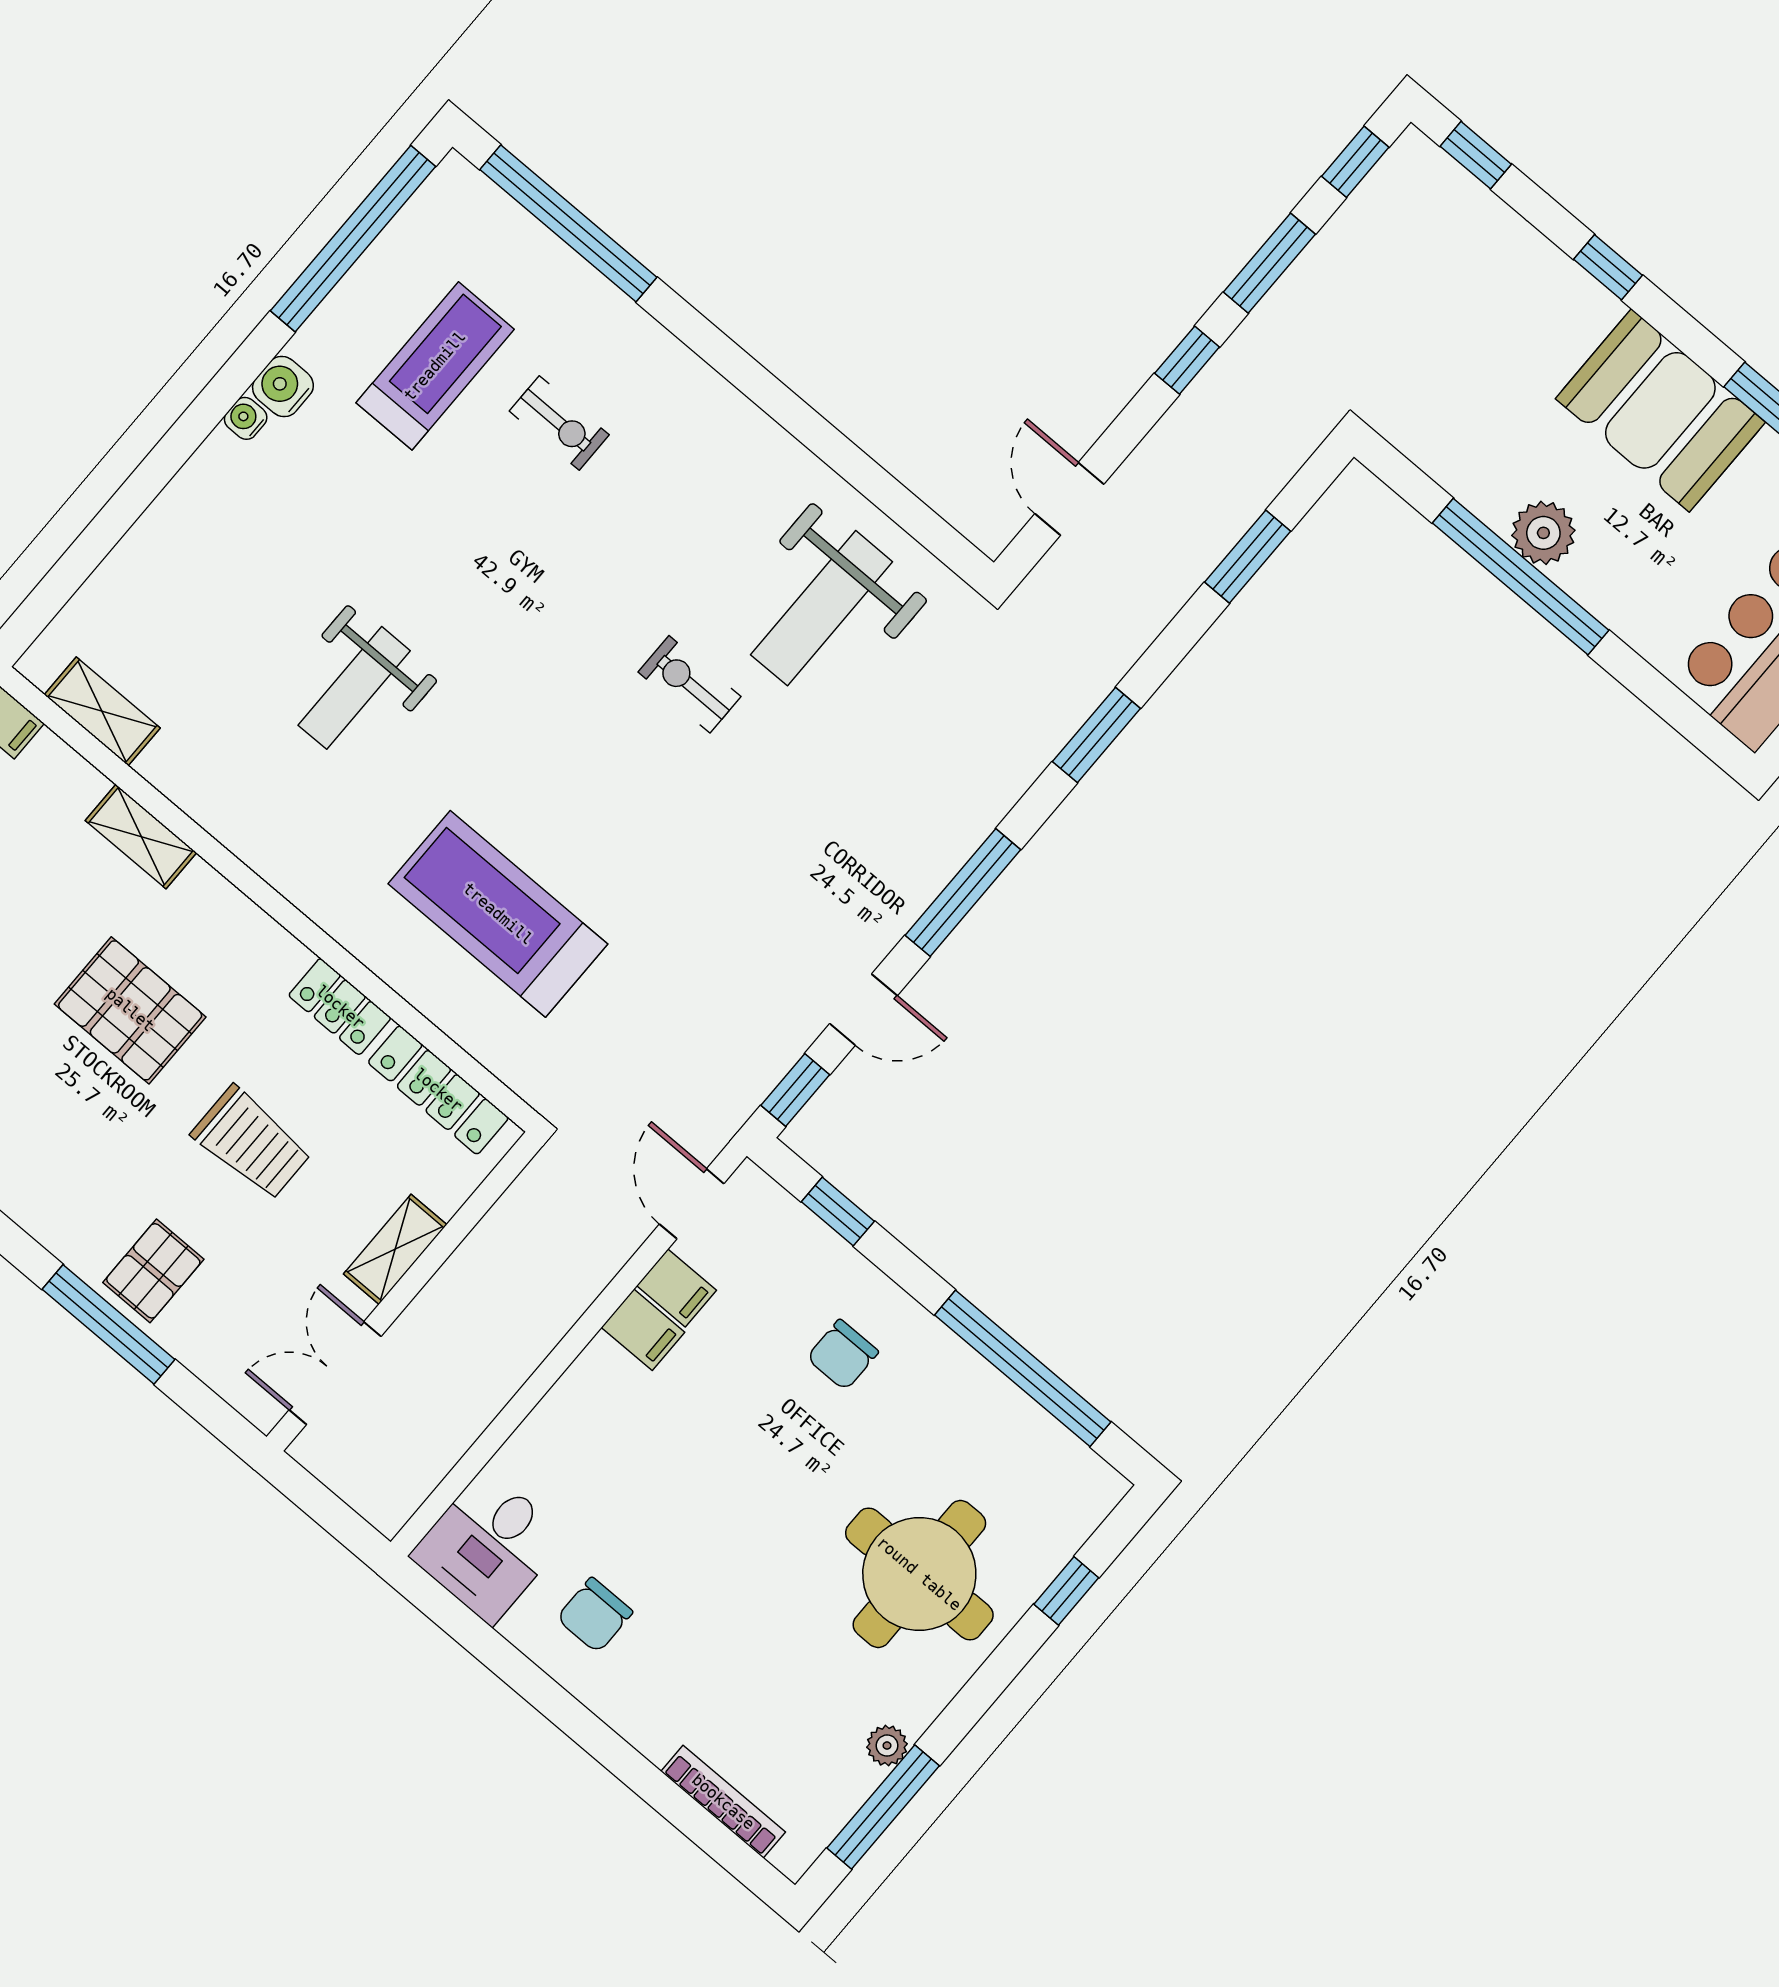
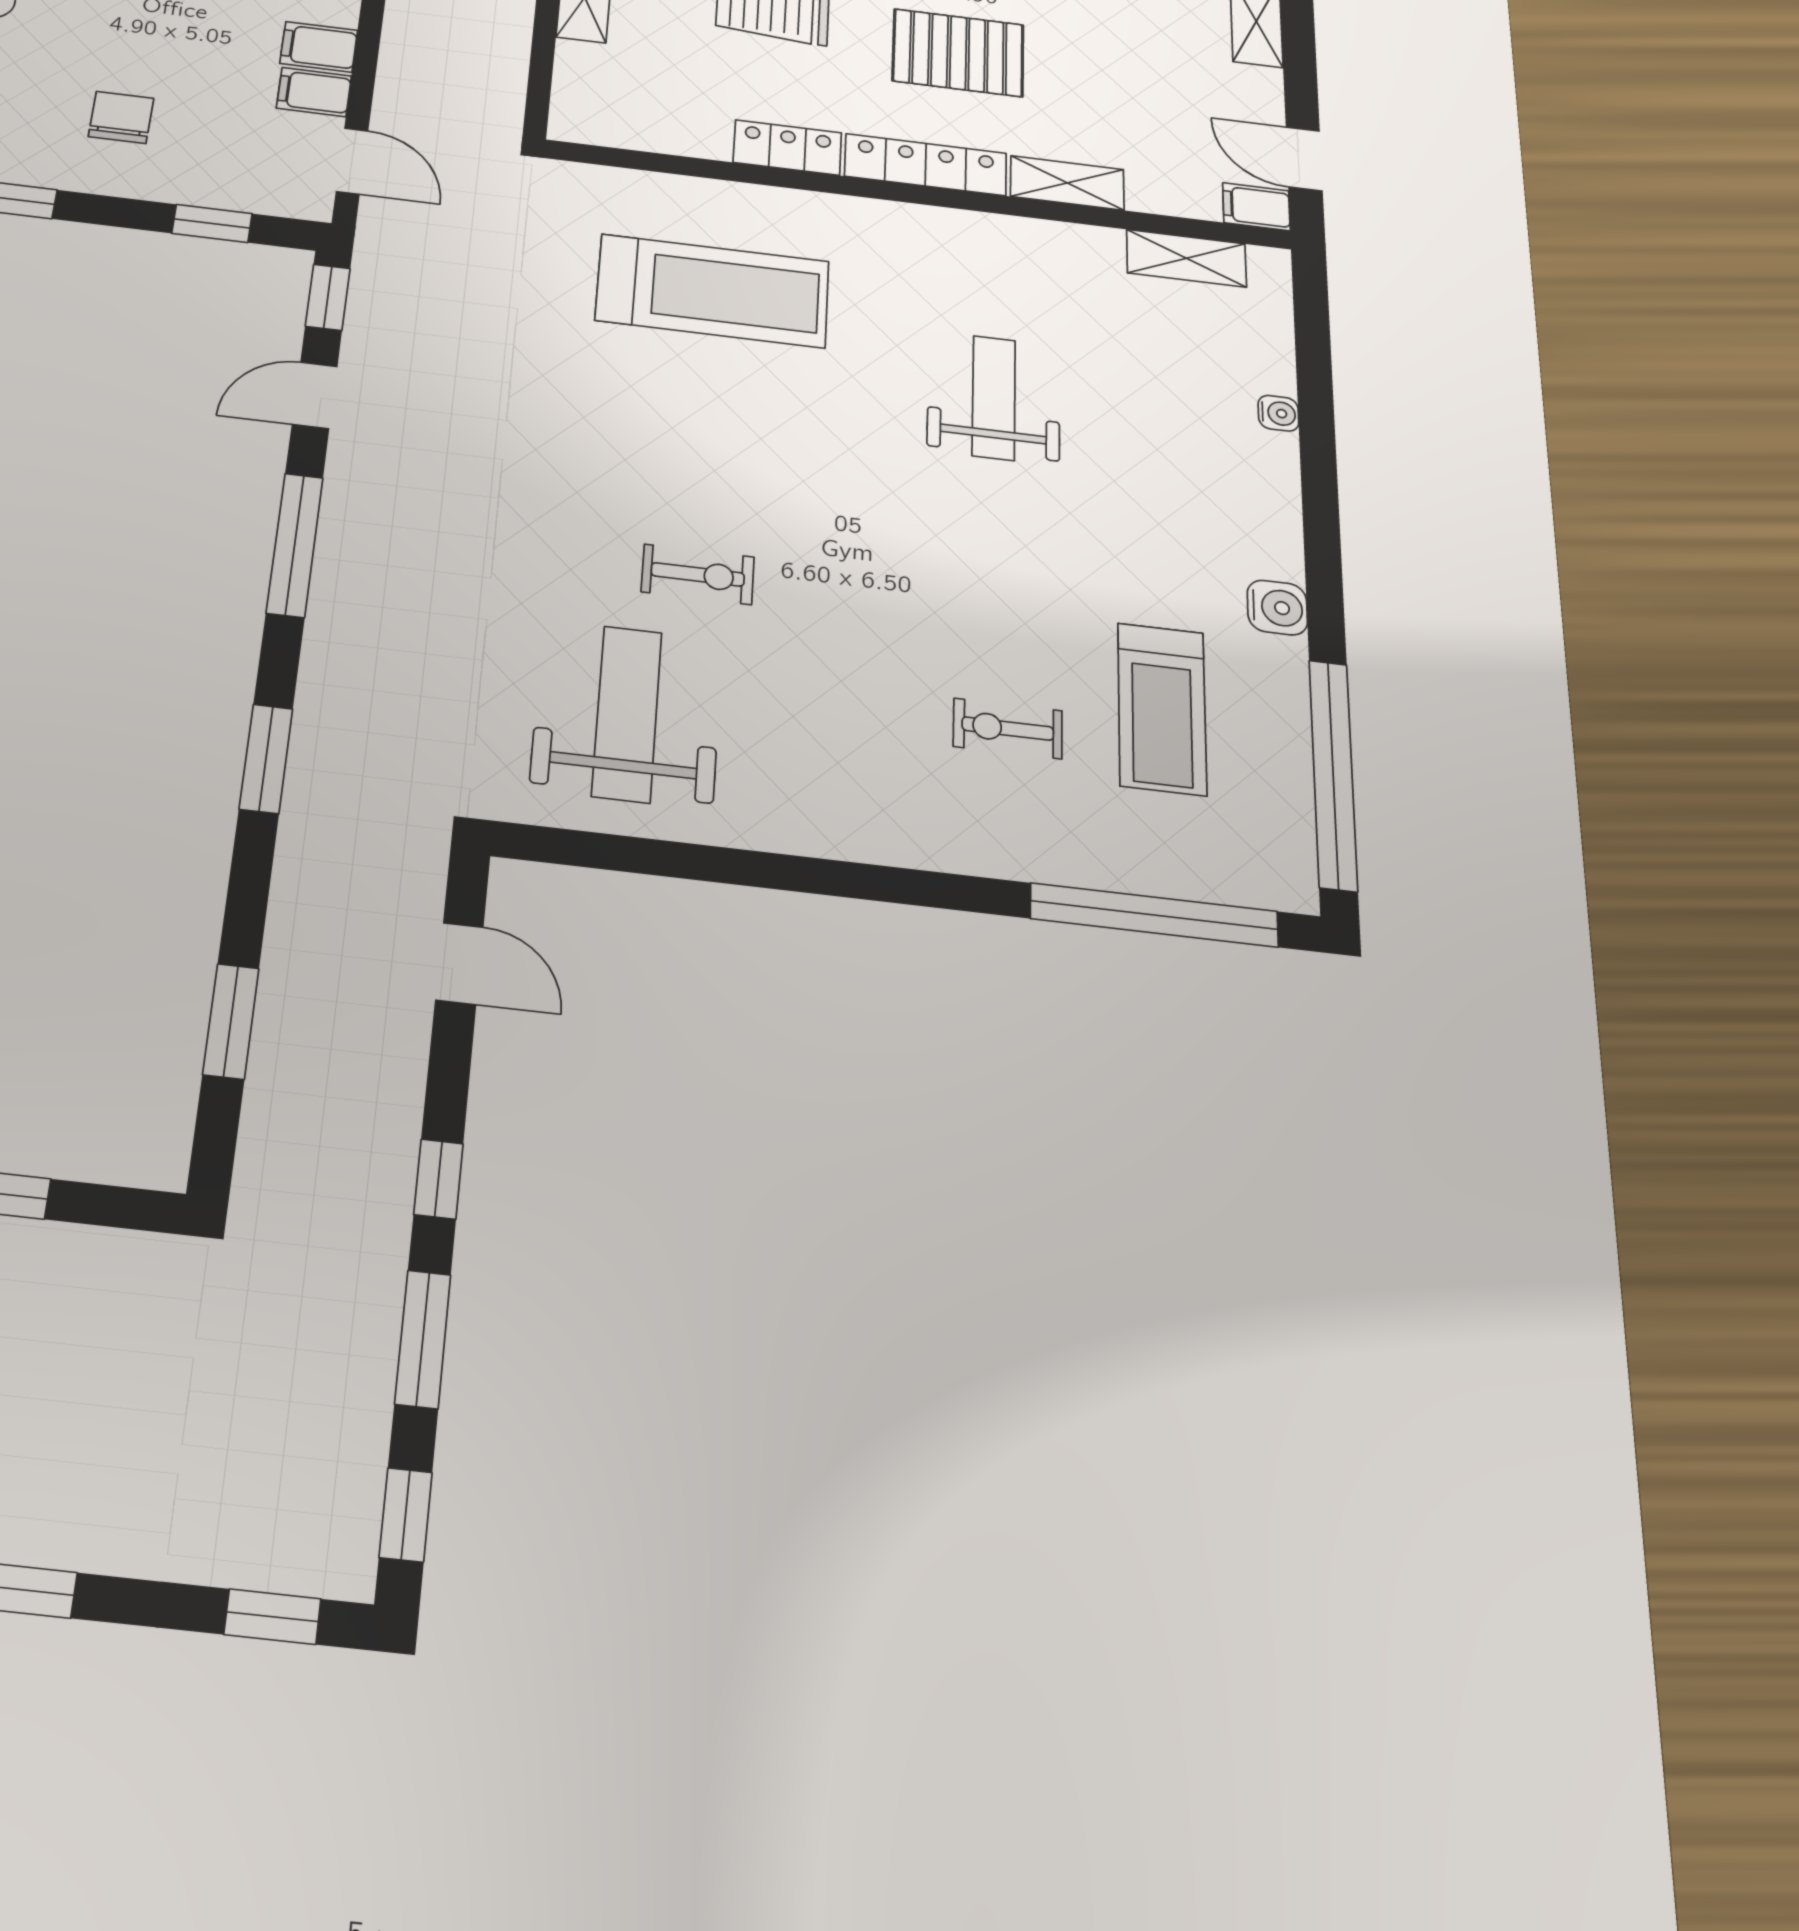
water cooler: (246, 418) -> (1278, 413), moved
locker: (438, 1090) -> (926, 165), moved

